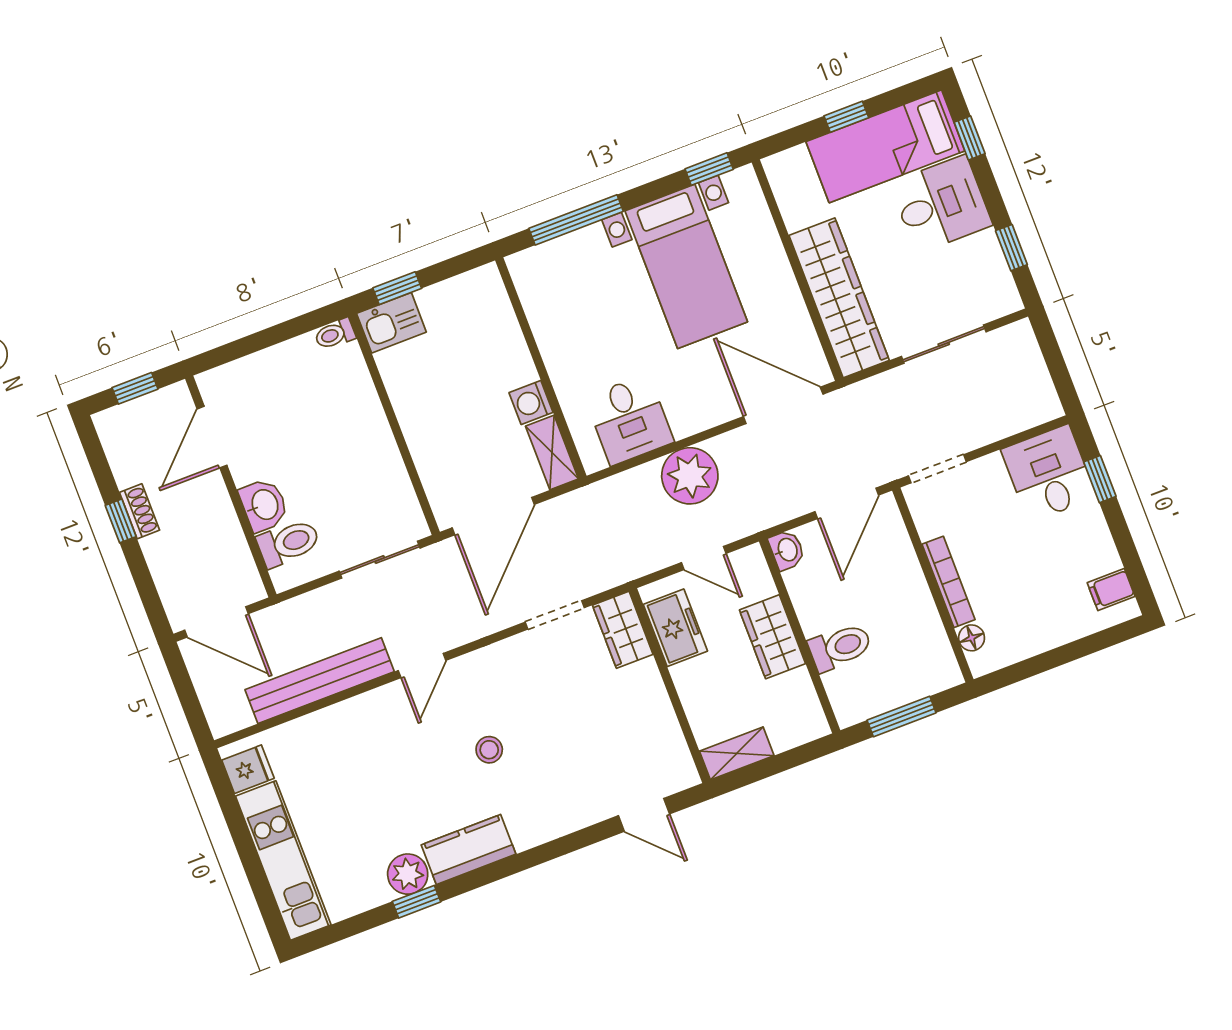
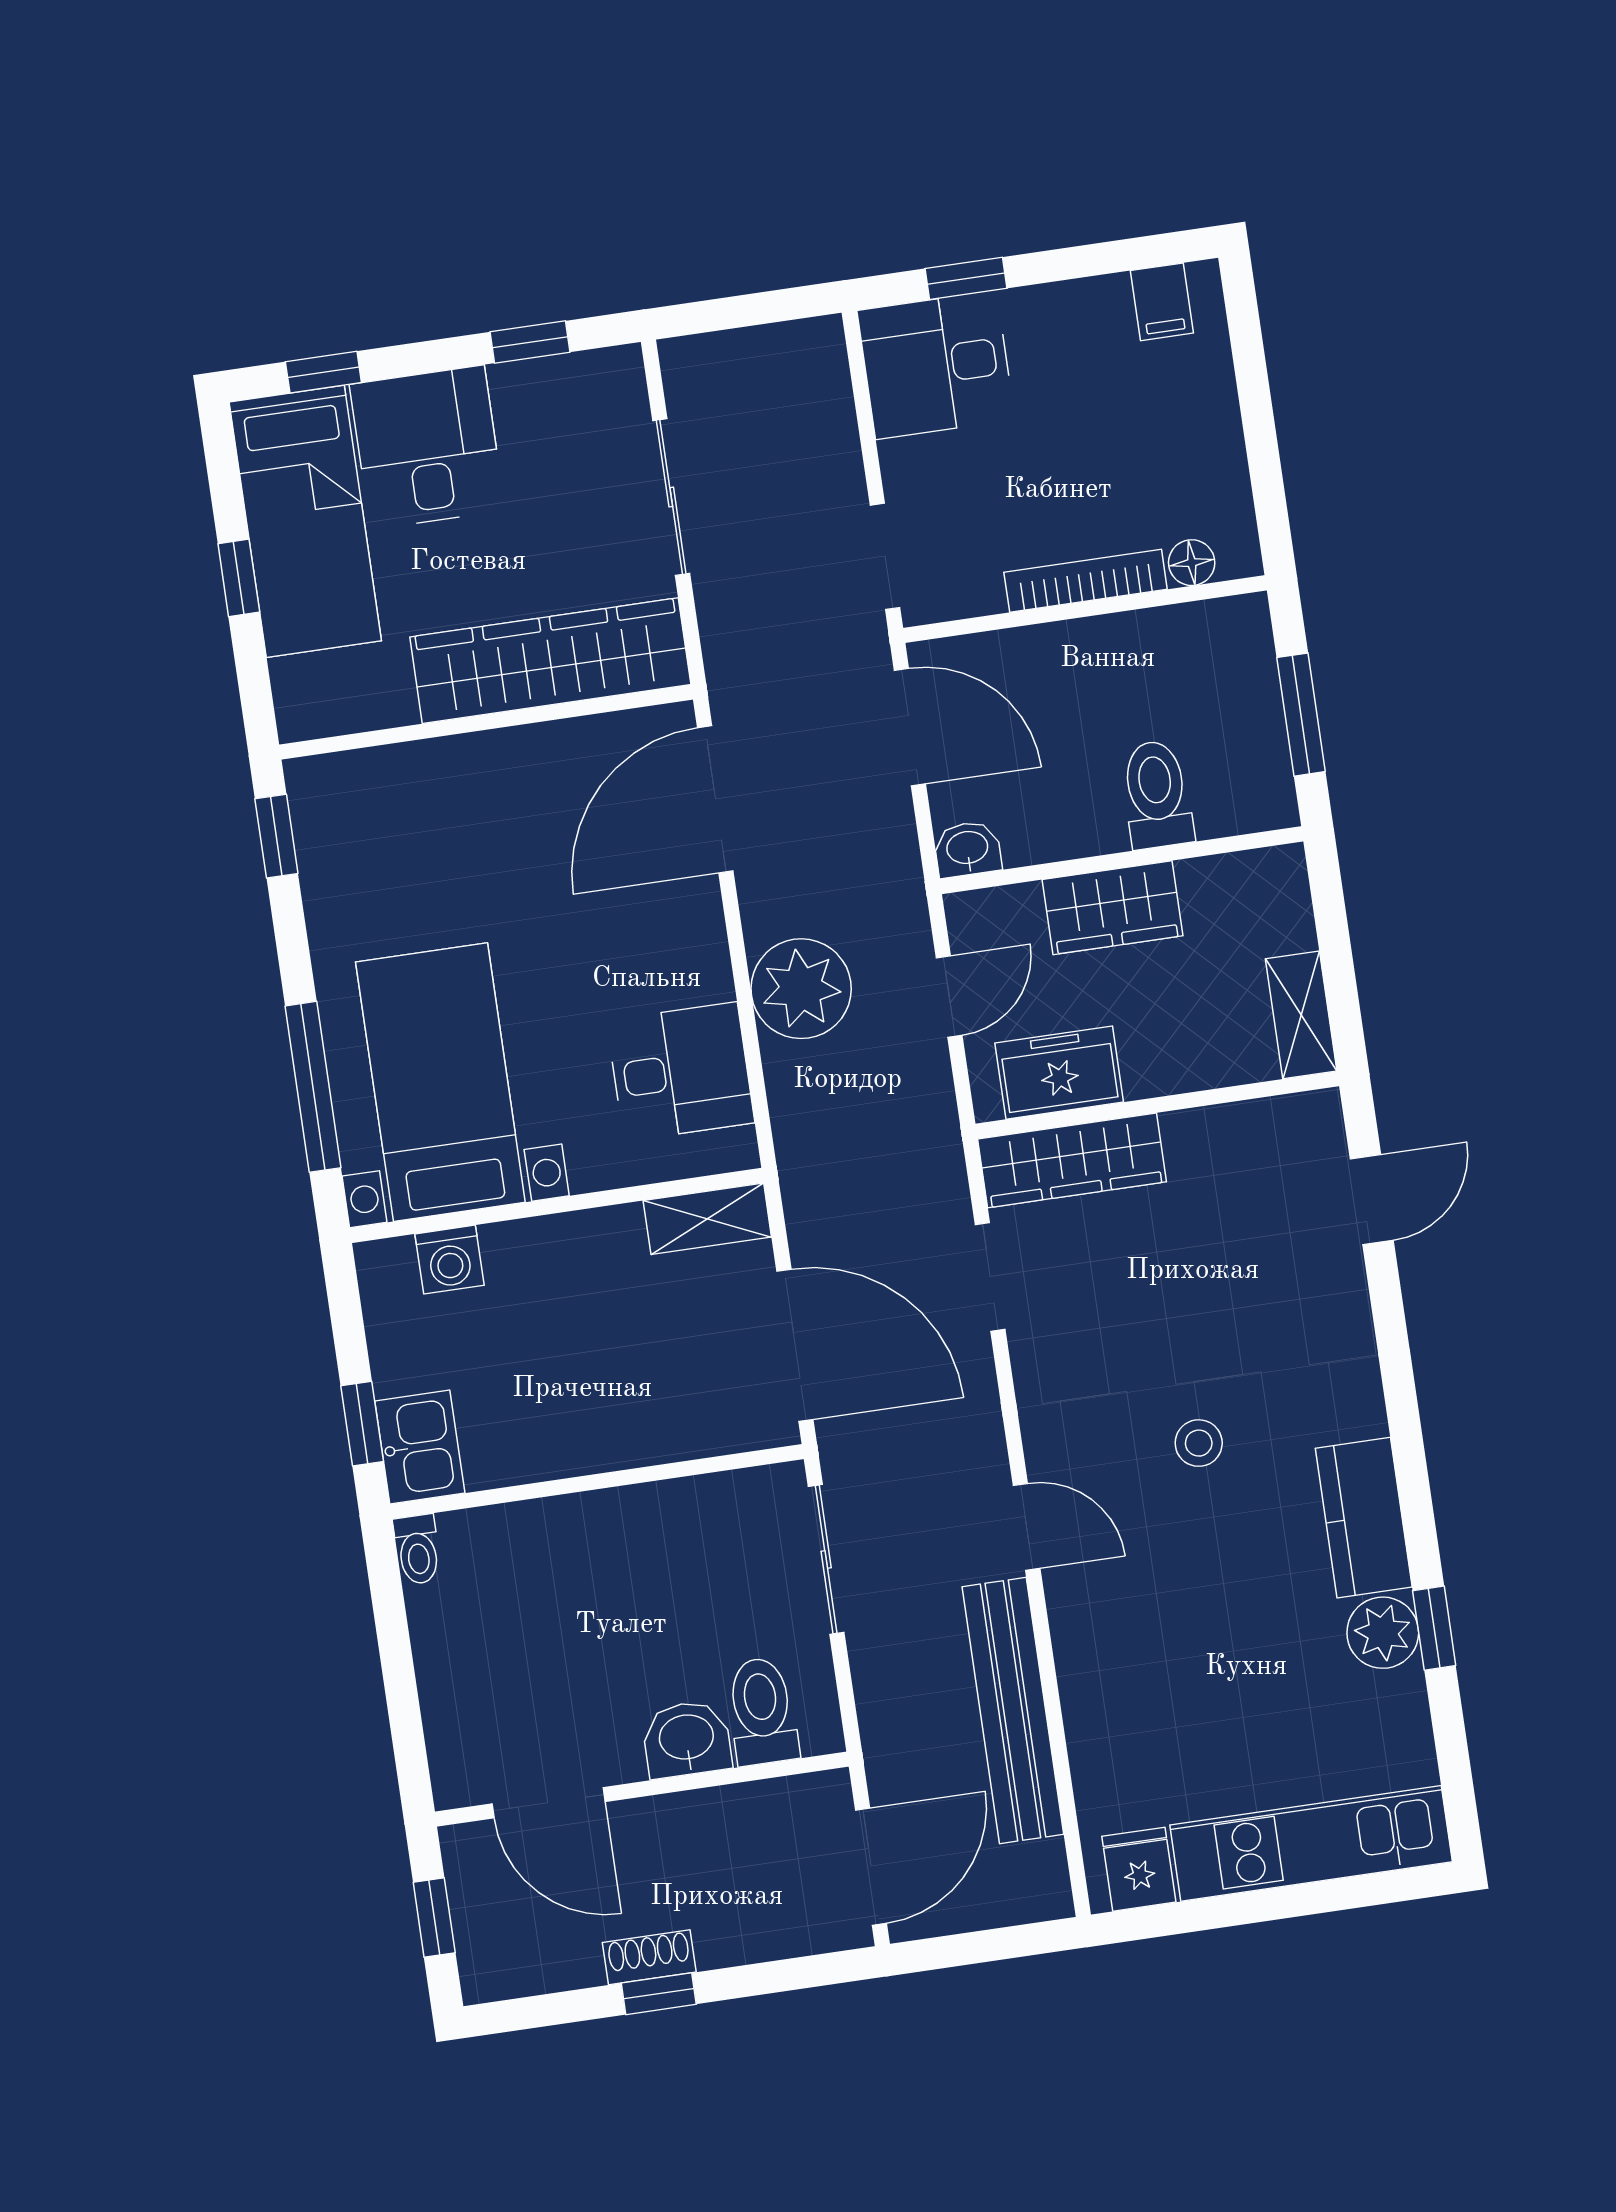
bed with nightstands: (686, 266) -> (440, 1082), moved, turned -90
washing machine: (531, 402) -> (449, 1260), moved
wardrobe: (623, 630) -> (1072, 1160), width x1.50

